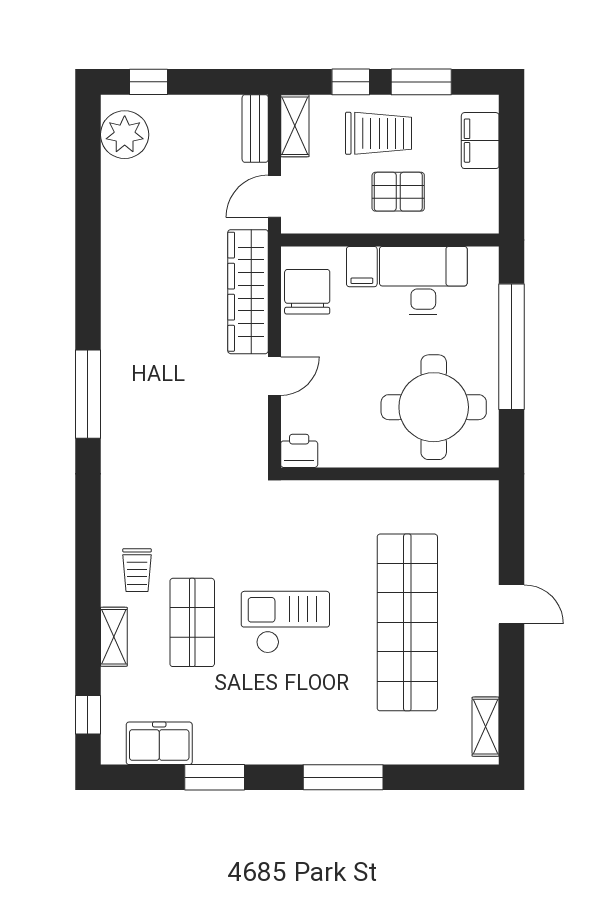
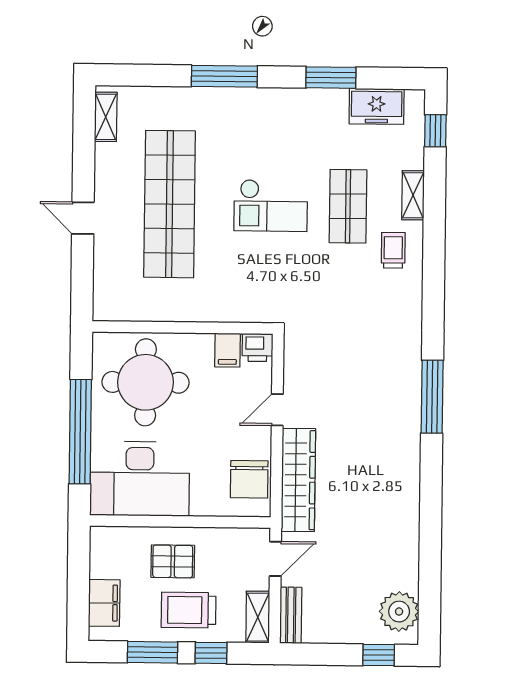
filing cabinet: (362, 267) -> (227, 350), moved, turned 180
desk: (423, 281) -> (140, 479), width x1.36, depth x1.30

